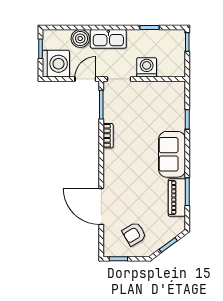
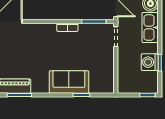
washing machine: (147, 67) -> (150, 62), moved, turned 180
sofa: (172, 154) -> (69, 82), moved

